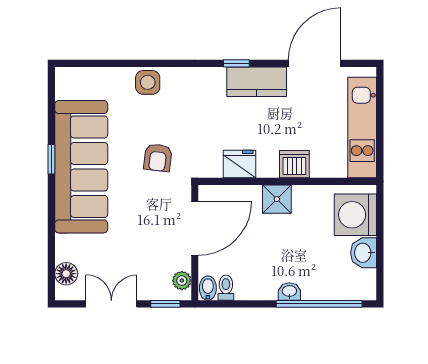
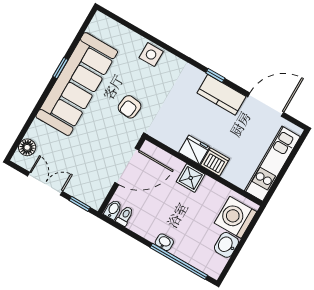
fridge: (239, 164) -> (194, 150), moved
plant: (182, 281) -> (99, 195), removed

